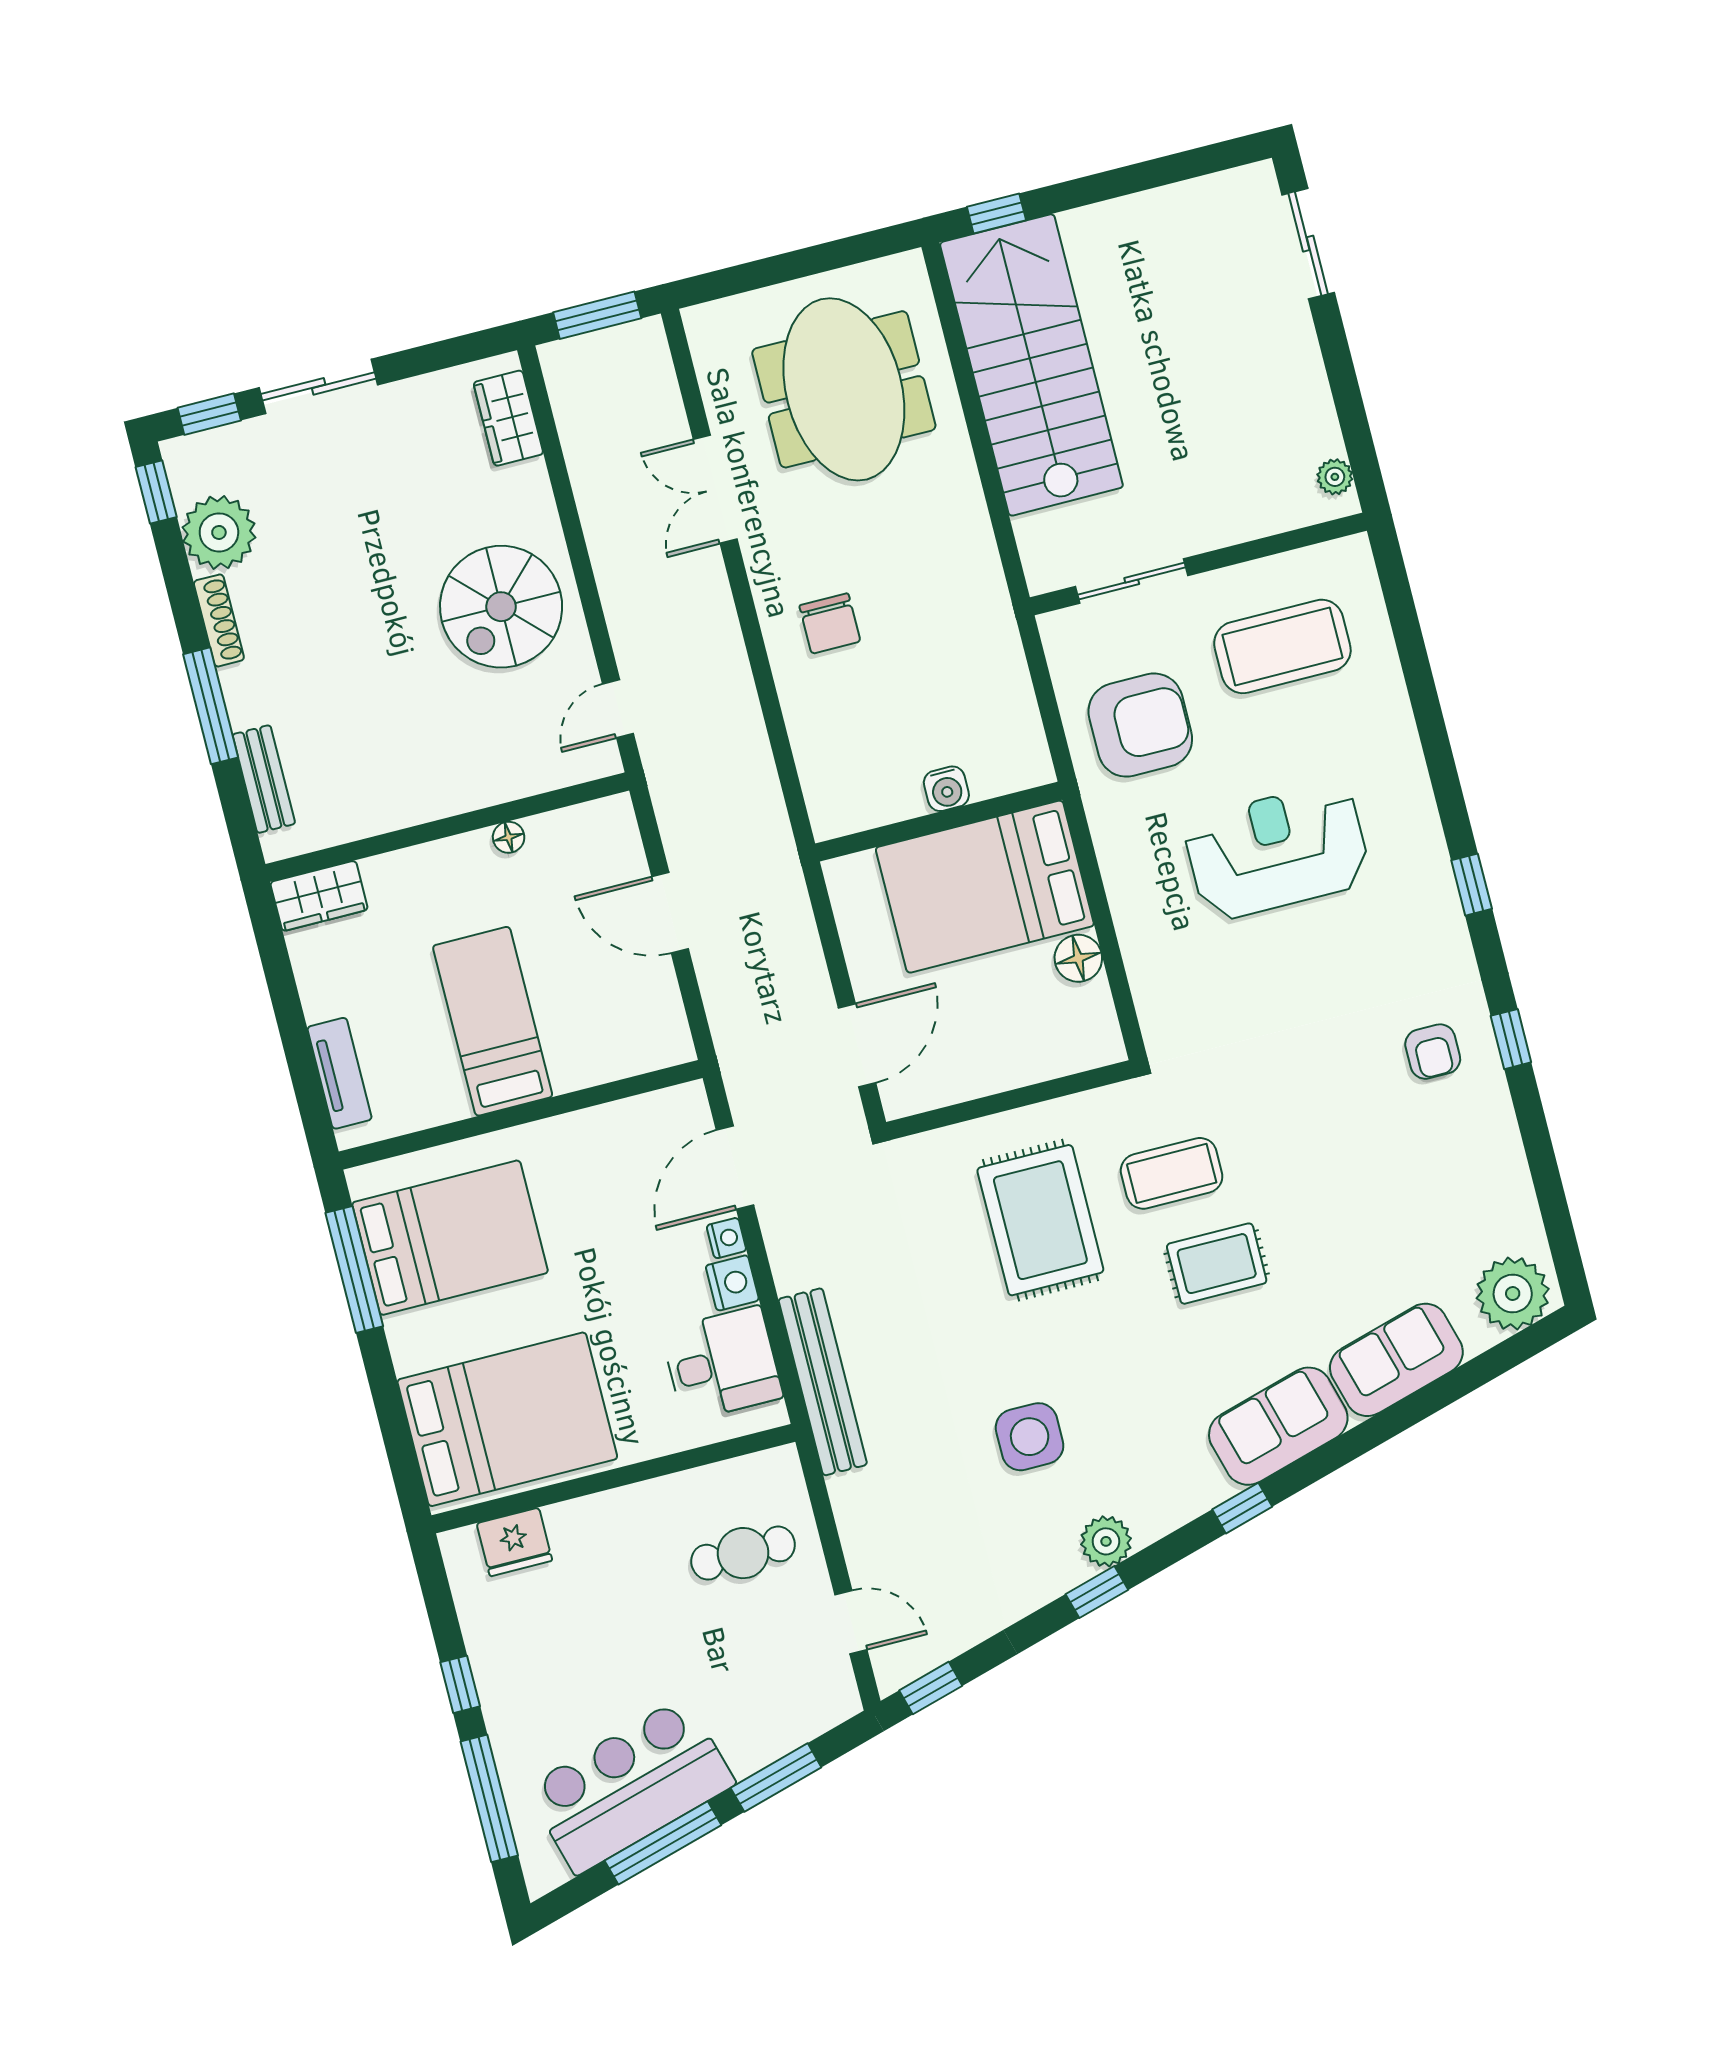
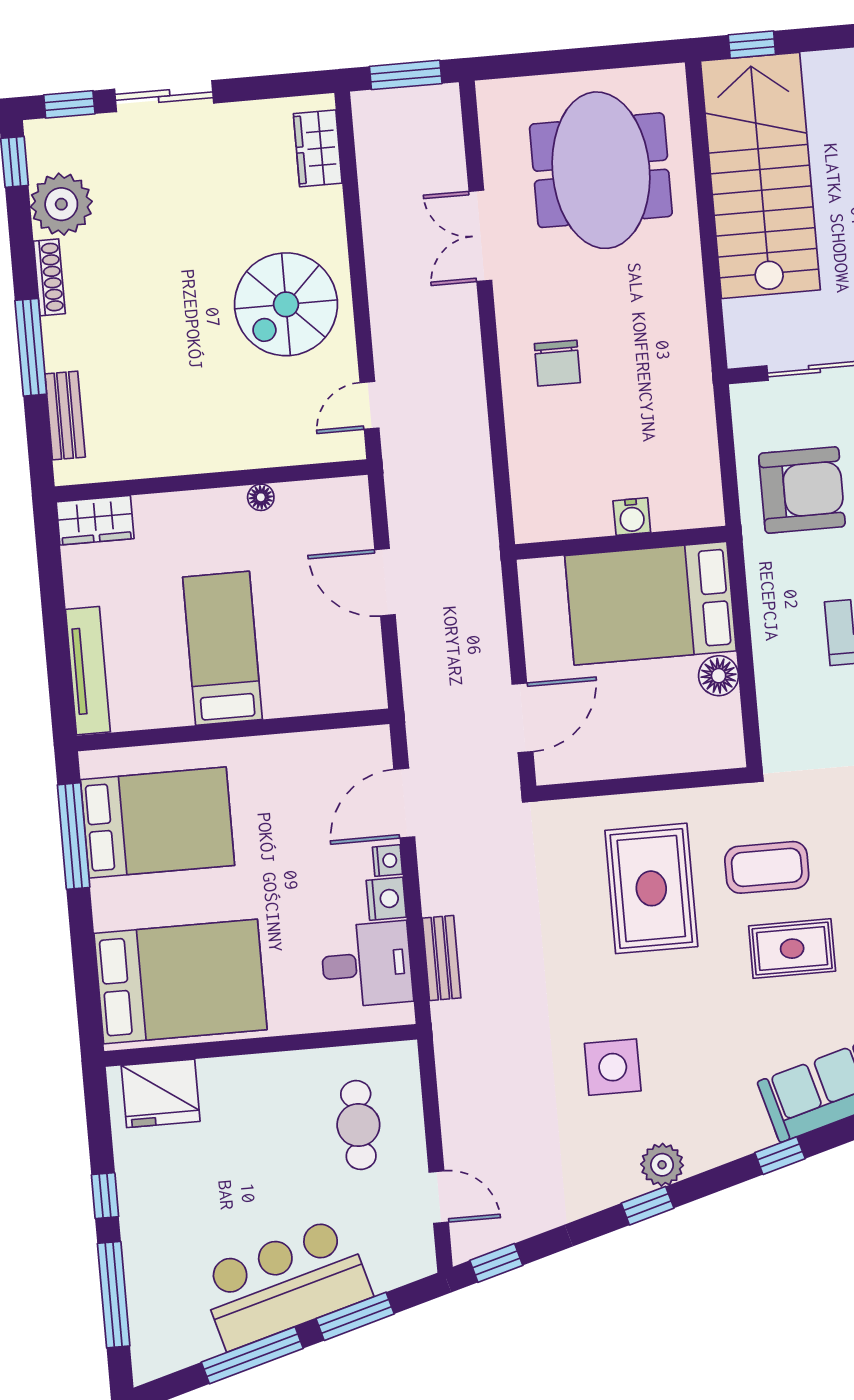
tv unit: (340, 1073) -> (88, 671), width x1.41
bench: (823, 1382) -> (442, 958), width x0.54, depth x0.82
fridge: (514, 1542) -> (161, 1093), width x1.36, depth x1.34
cafe table: (743, 1553) -> (358, 1125), turned 90
bar counter: (630, 1786) -> (285, 1284), moved

